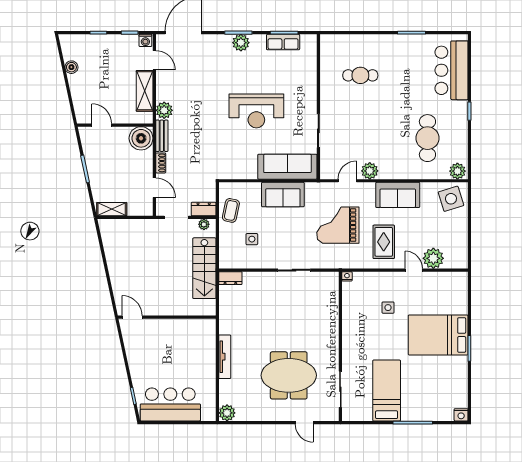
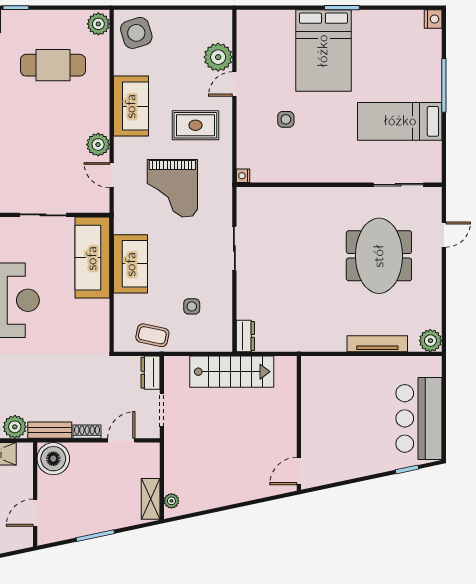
plant: (204, 224) -> (171, 501), moved
tv unit: (225, 357) -> (377, 344), moved

